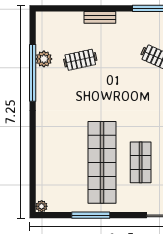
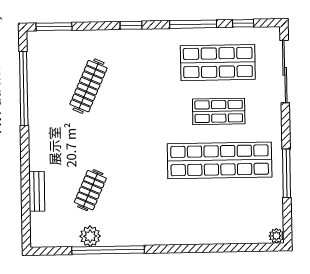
bench: (100, 17) -> (37, 191), moved
clothes rail: (80, 60) -> (90, 190), turned 36

